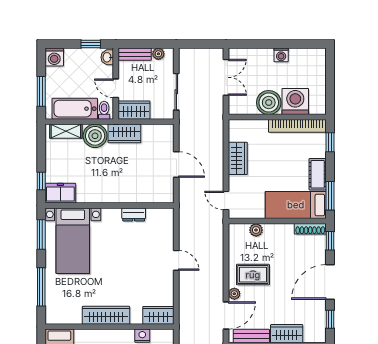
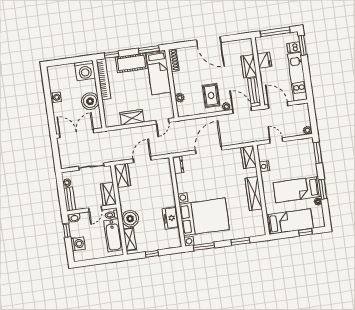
washing machine: (54, 57) -> (78, 244), moved
double door: (226, 77) -> (77, 133), width x1.37
window: (41, 91) -> (105, 260), removed
washing machine: (295, 101) -> (85, 71), moved, turned -90
wardrobe: (124, 133) -> (122, 175), moved
cot: (318, 174) -> (131, 63), width x1.37, depth x1.34
window: (41, 181) -> (152, 254), moved
freezer: (60, 193) -> (171, 218), moved
dresser: (134, 214) -> (178, 165), moved
bed with nightstands: (73, 241) -> (204, 217), width x1.36
window: (330, 241) -> (180, 45), removed
door: (176, 260) -> (209, 150), width x1.87
window: (41, 287) -> (240, 241), width x0.69
window: (330, 319) -> (235, 37), removed

